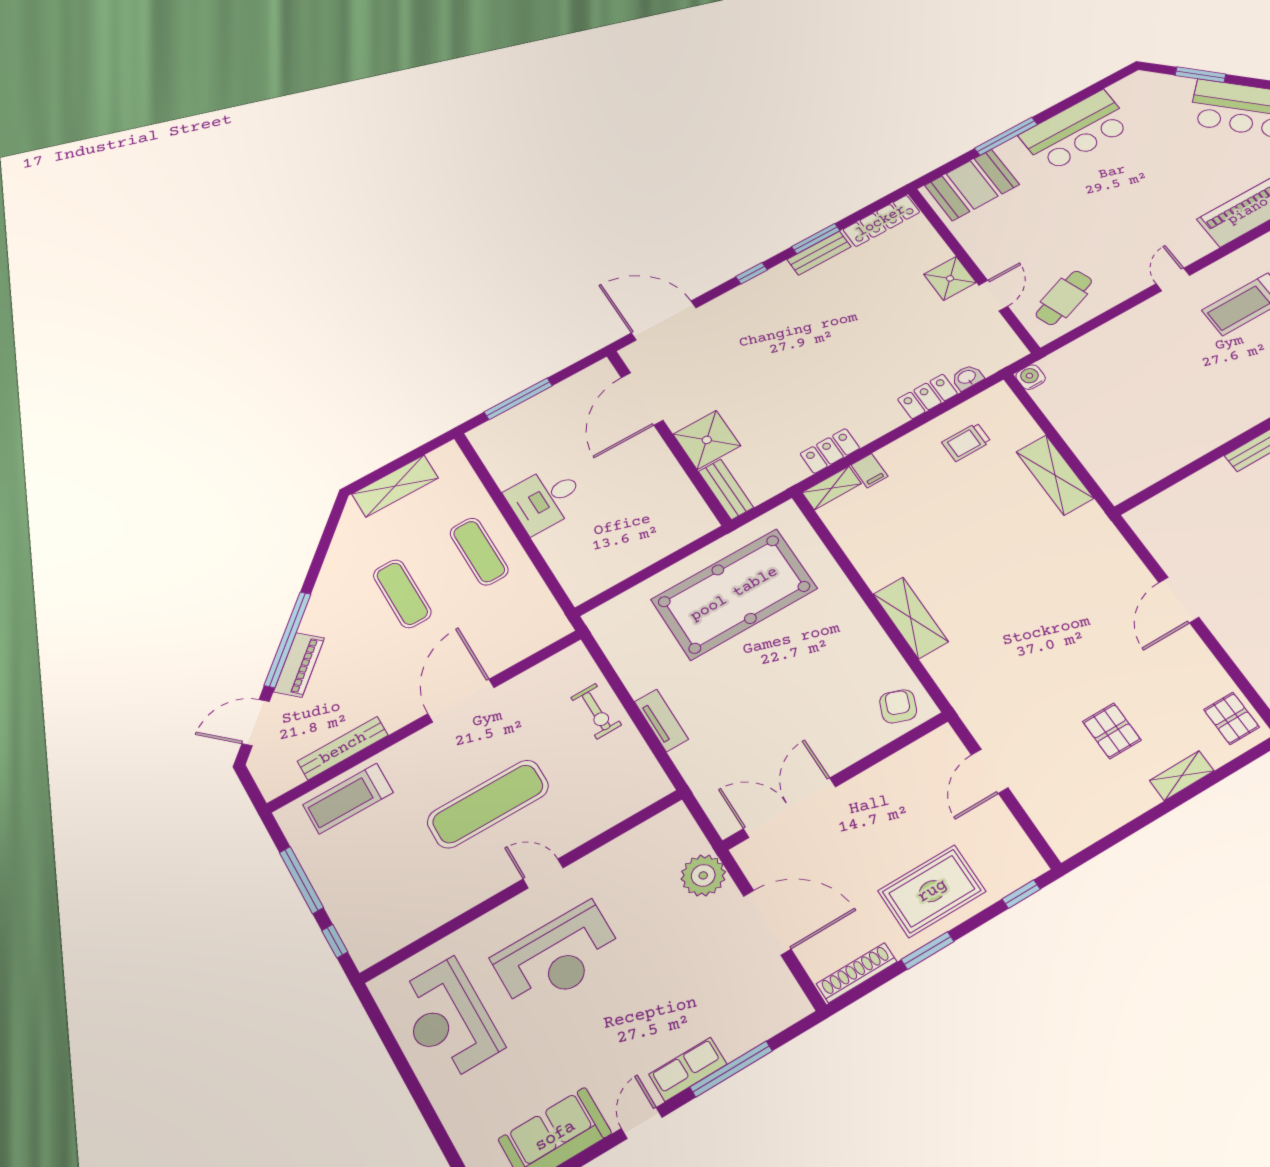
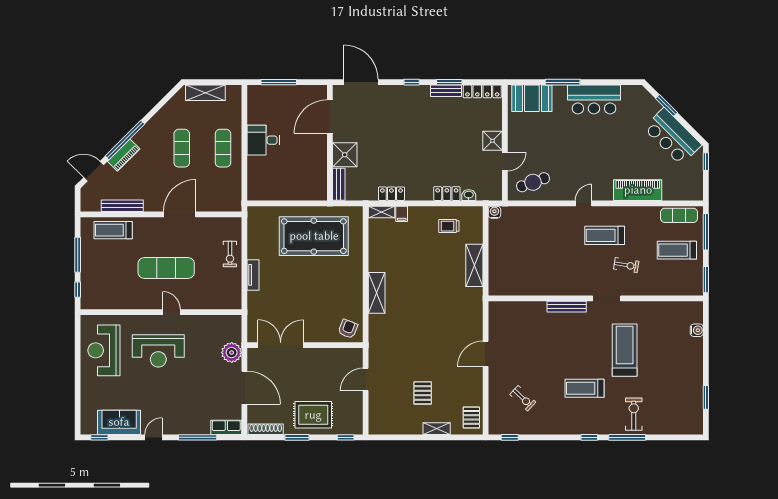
row of seats: (688, 1069) -> (226, 427), moved

